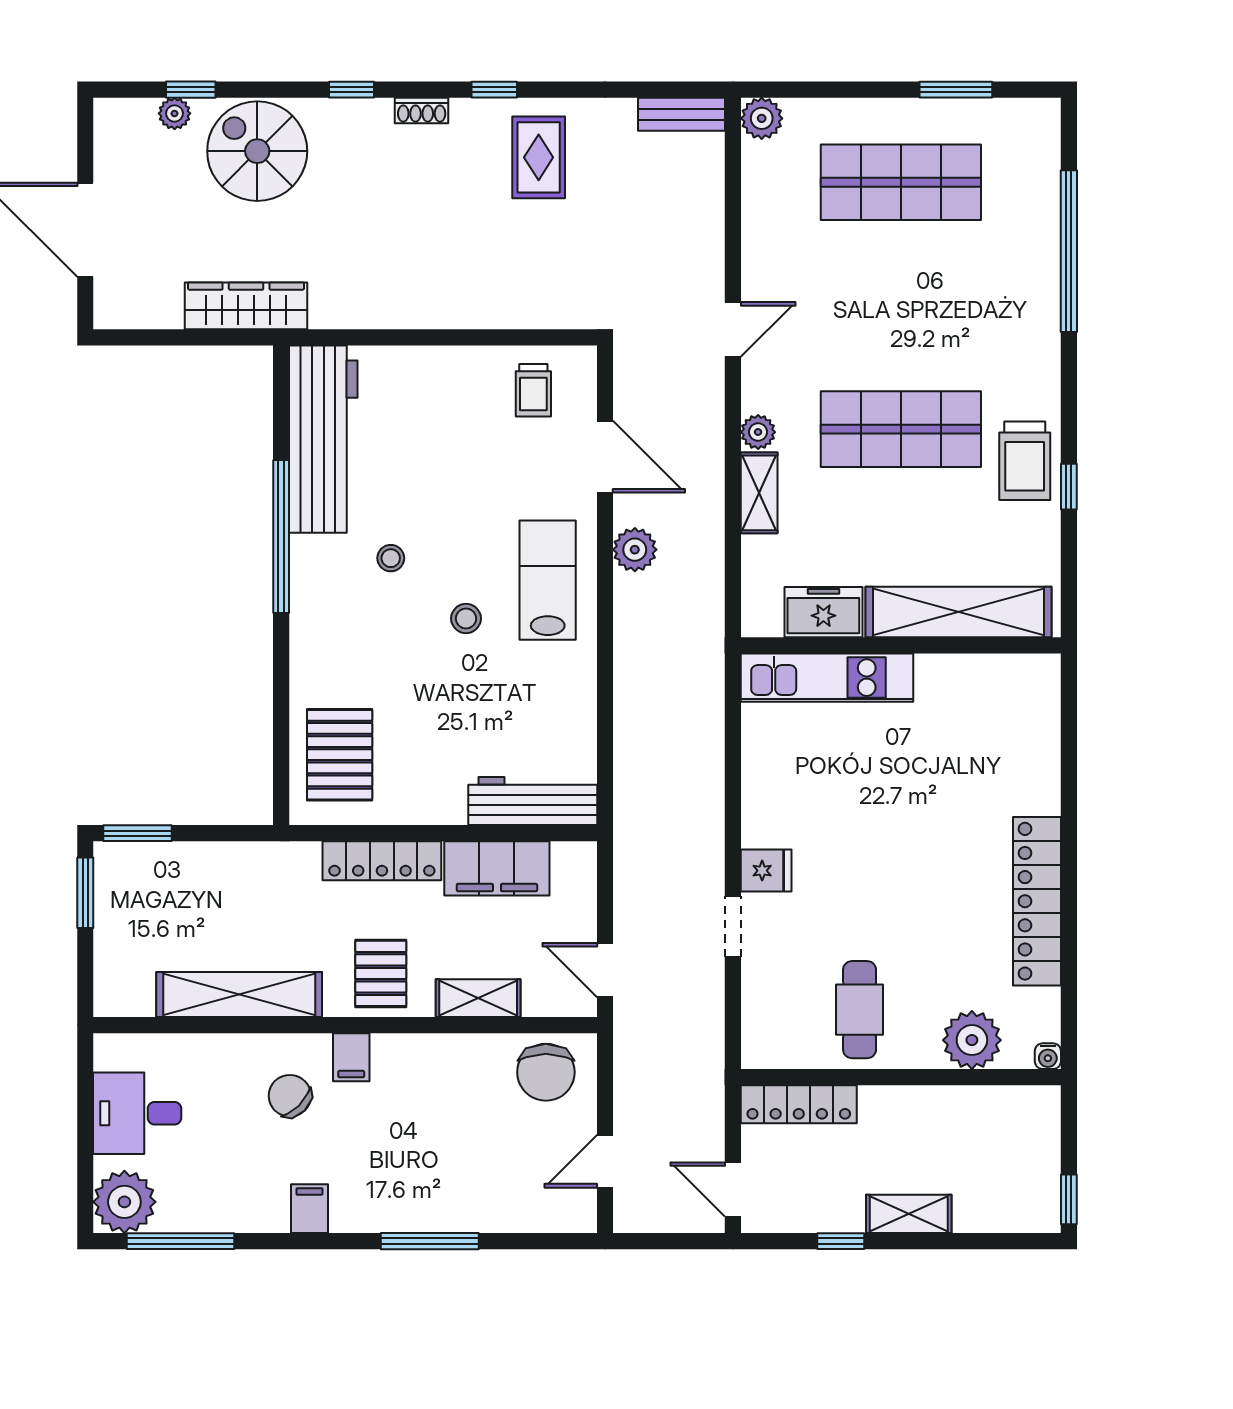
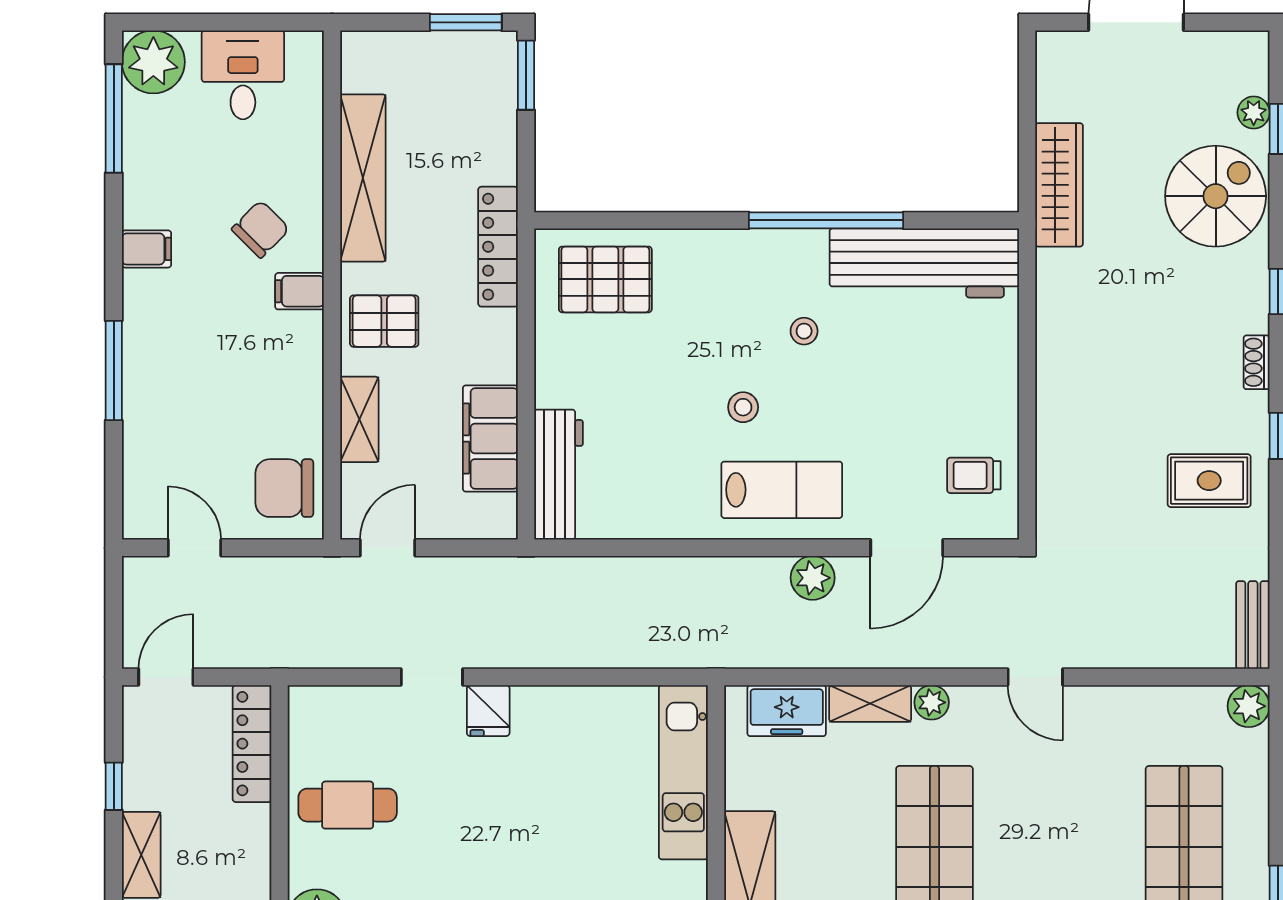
freezer: (823, 612) -> (787, 711), moved, turned 90
locker: (382, 861) -> (498, 247), moved

